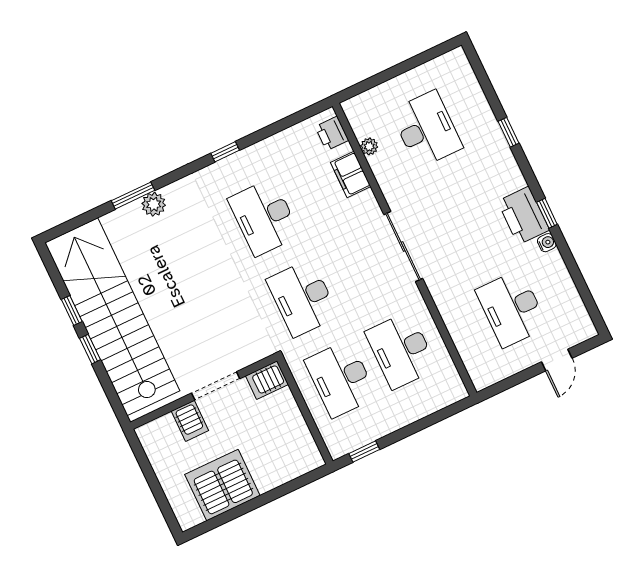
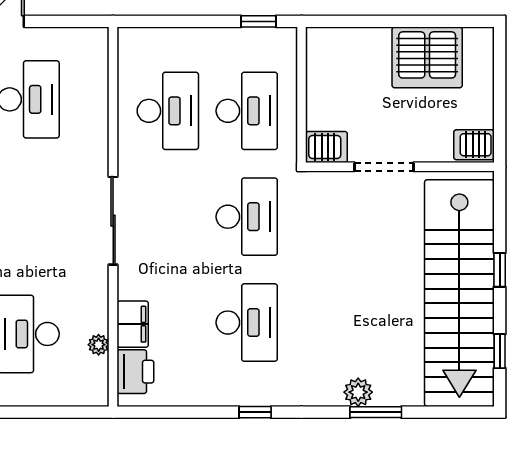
printer: (332, 133) -> (135, 372), width x1.36, depth x1.24
window: (72, 311) -> (500, 351), moved
server rack: (190, 421) -> (474, 145), moved, turned -90

